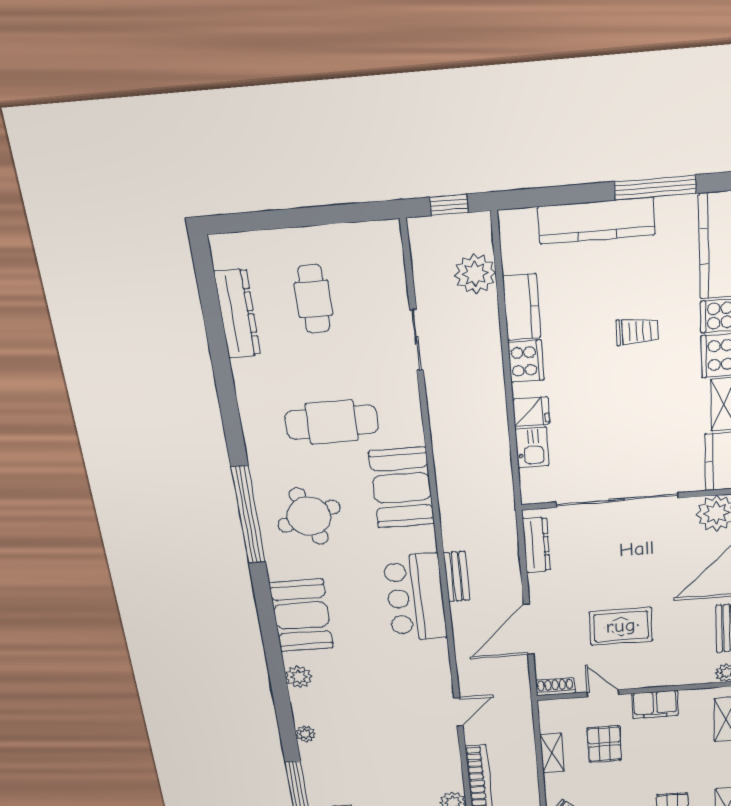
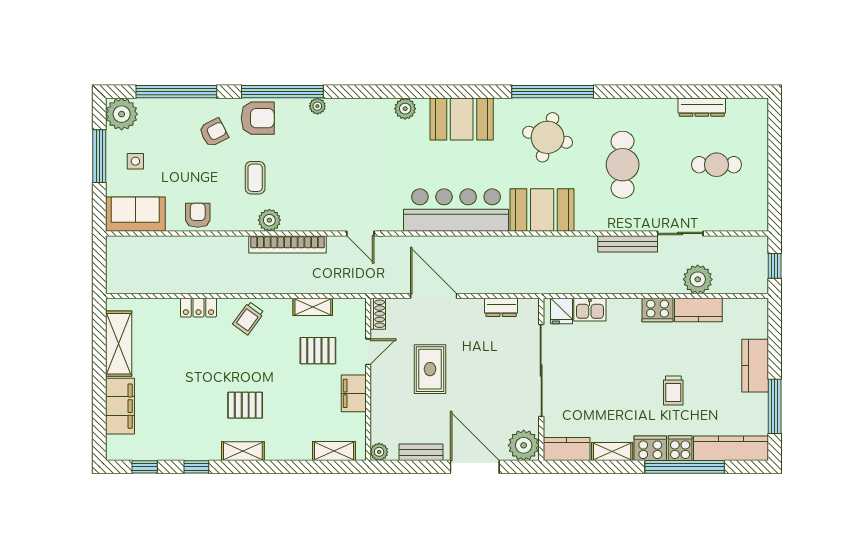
kitchen counter: (597, 221) -> (755, 366), width x0.67
plant: (475, 274) -> (698, 279), moved
dresser: (237, 314) -> (702, 107), width x0.73, depth x0.80
fridge: (531, 412) -> (561, 311), moved
booth: (402, 488) -> (542, 210), moved
round table: (309, 516) -> (548, 137), turned 33
dresser: (536, 545) -> (501, 307), width x0.70
bench: (457, 576) -> (628, 244), moved, width x1.36
bar counter: (415, 598) -> (456, 210), width x1.36
plant: (305, 734) -> (317, 106), moved

